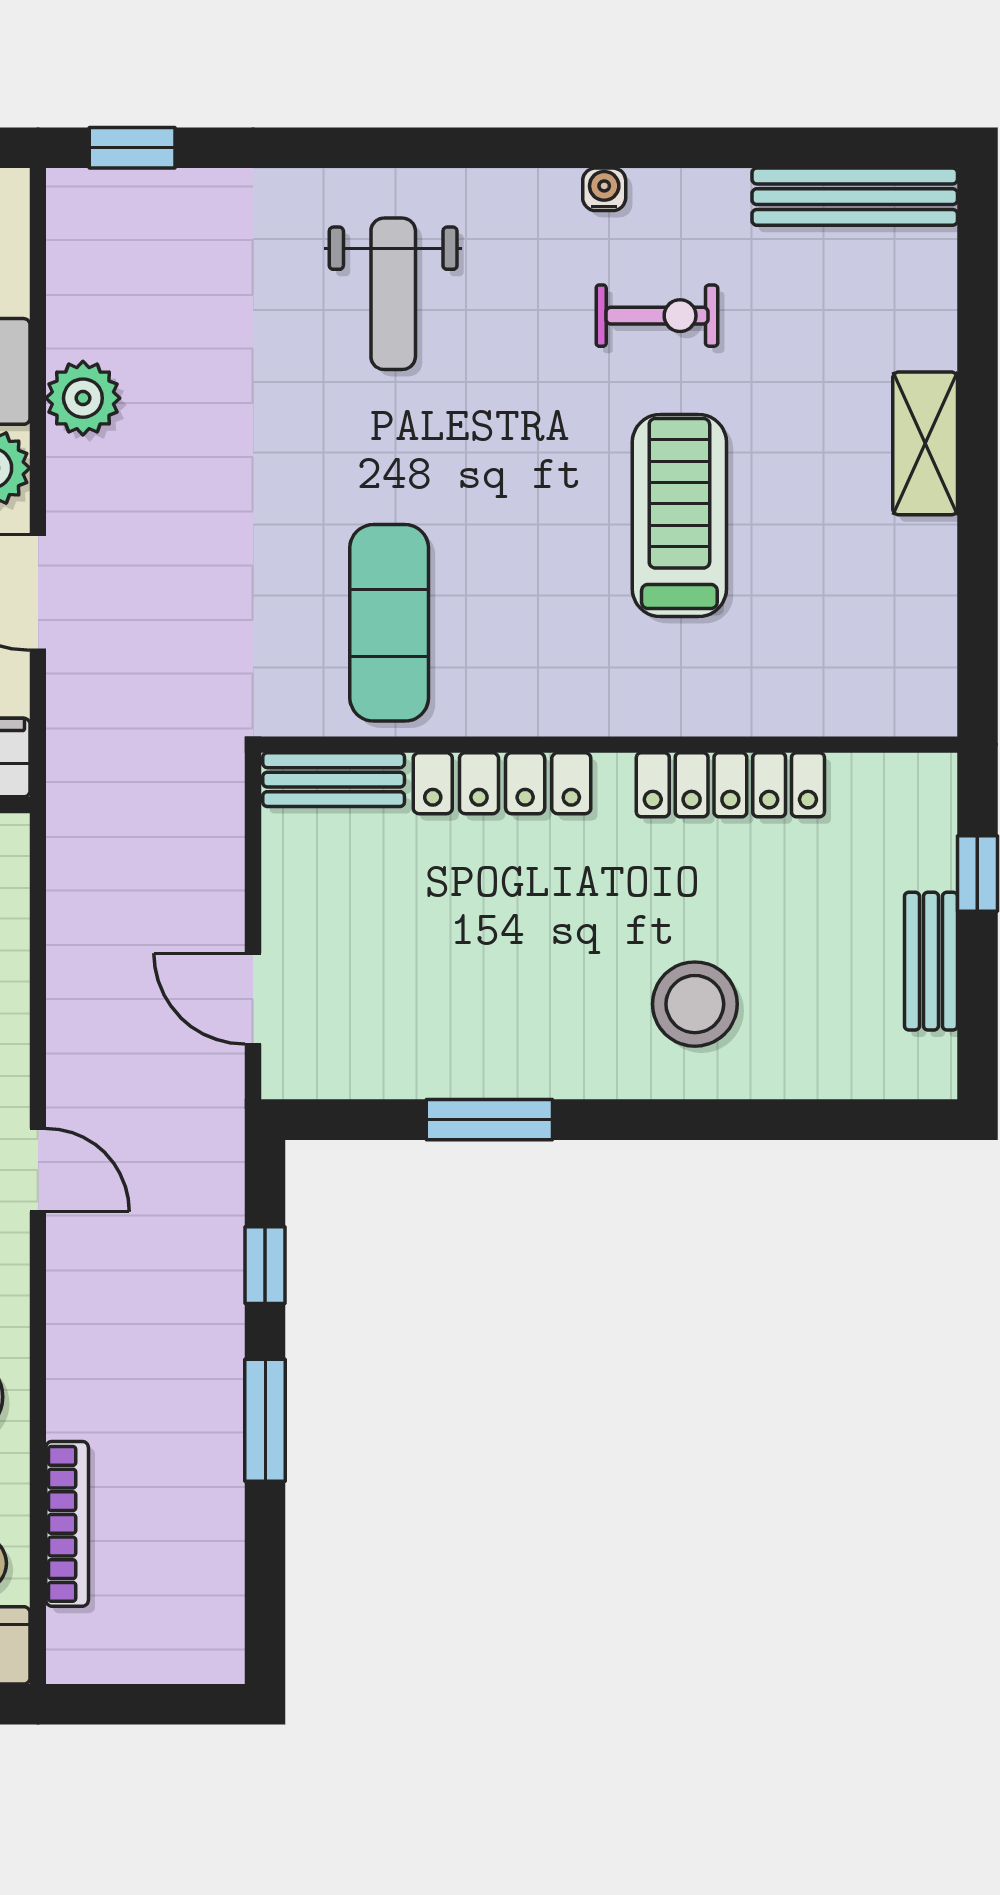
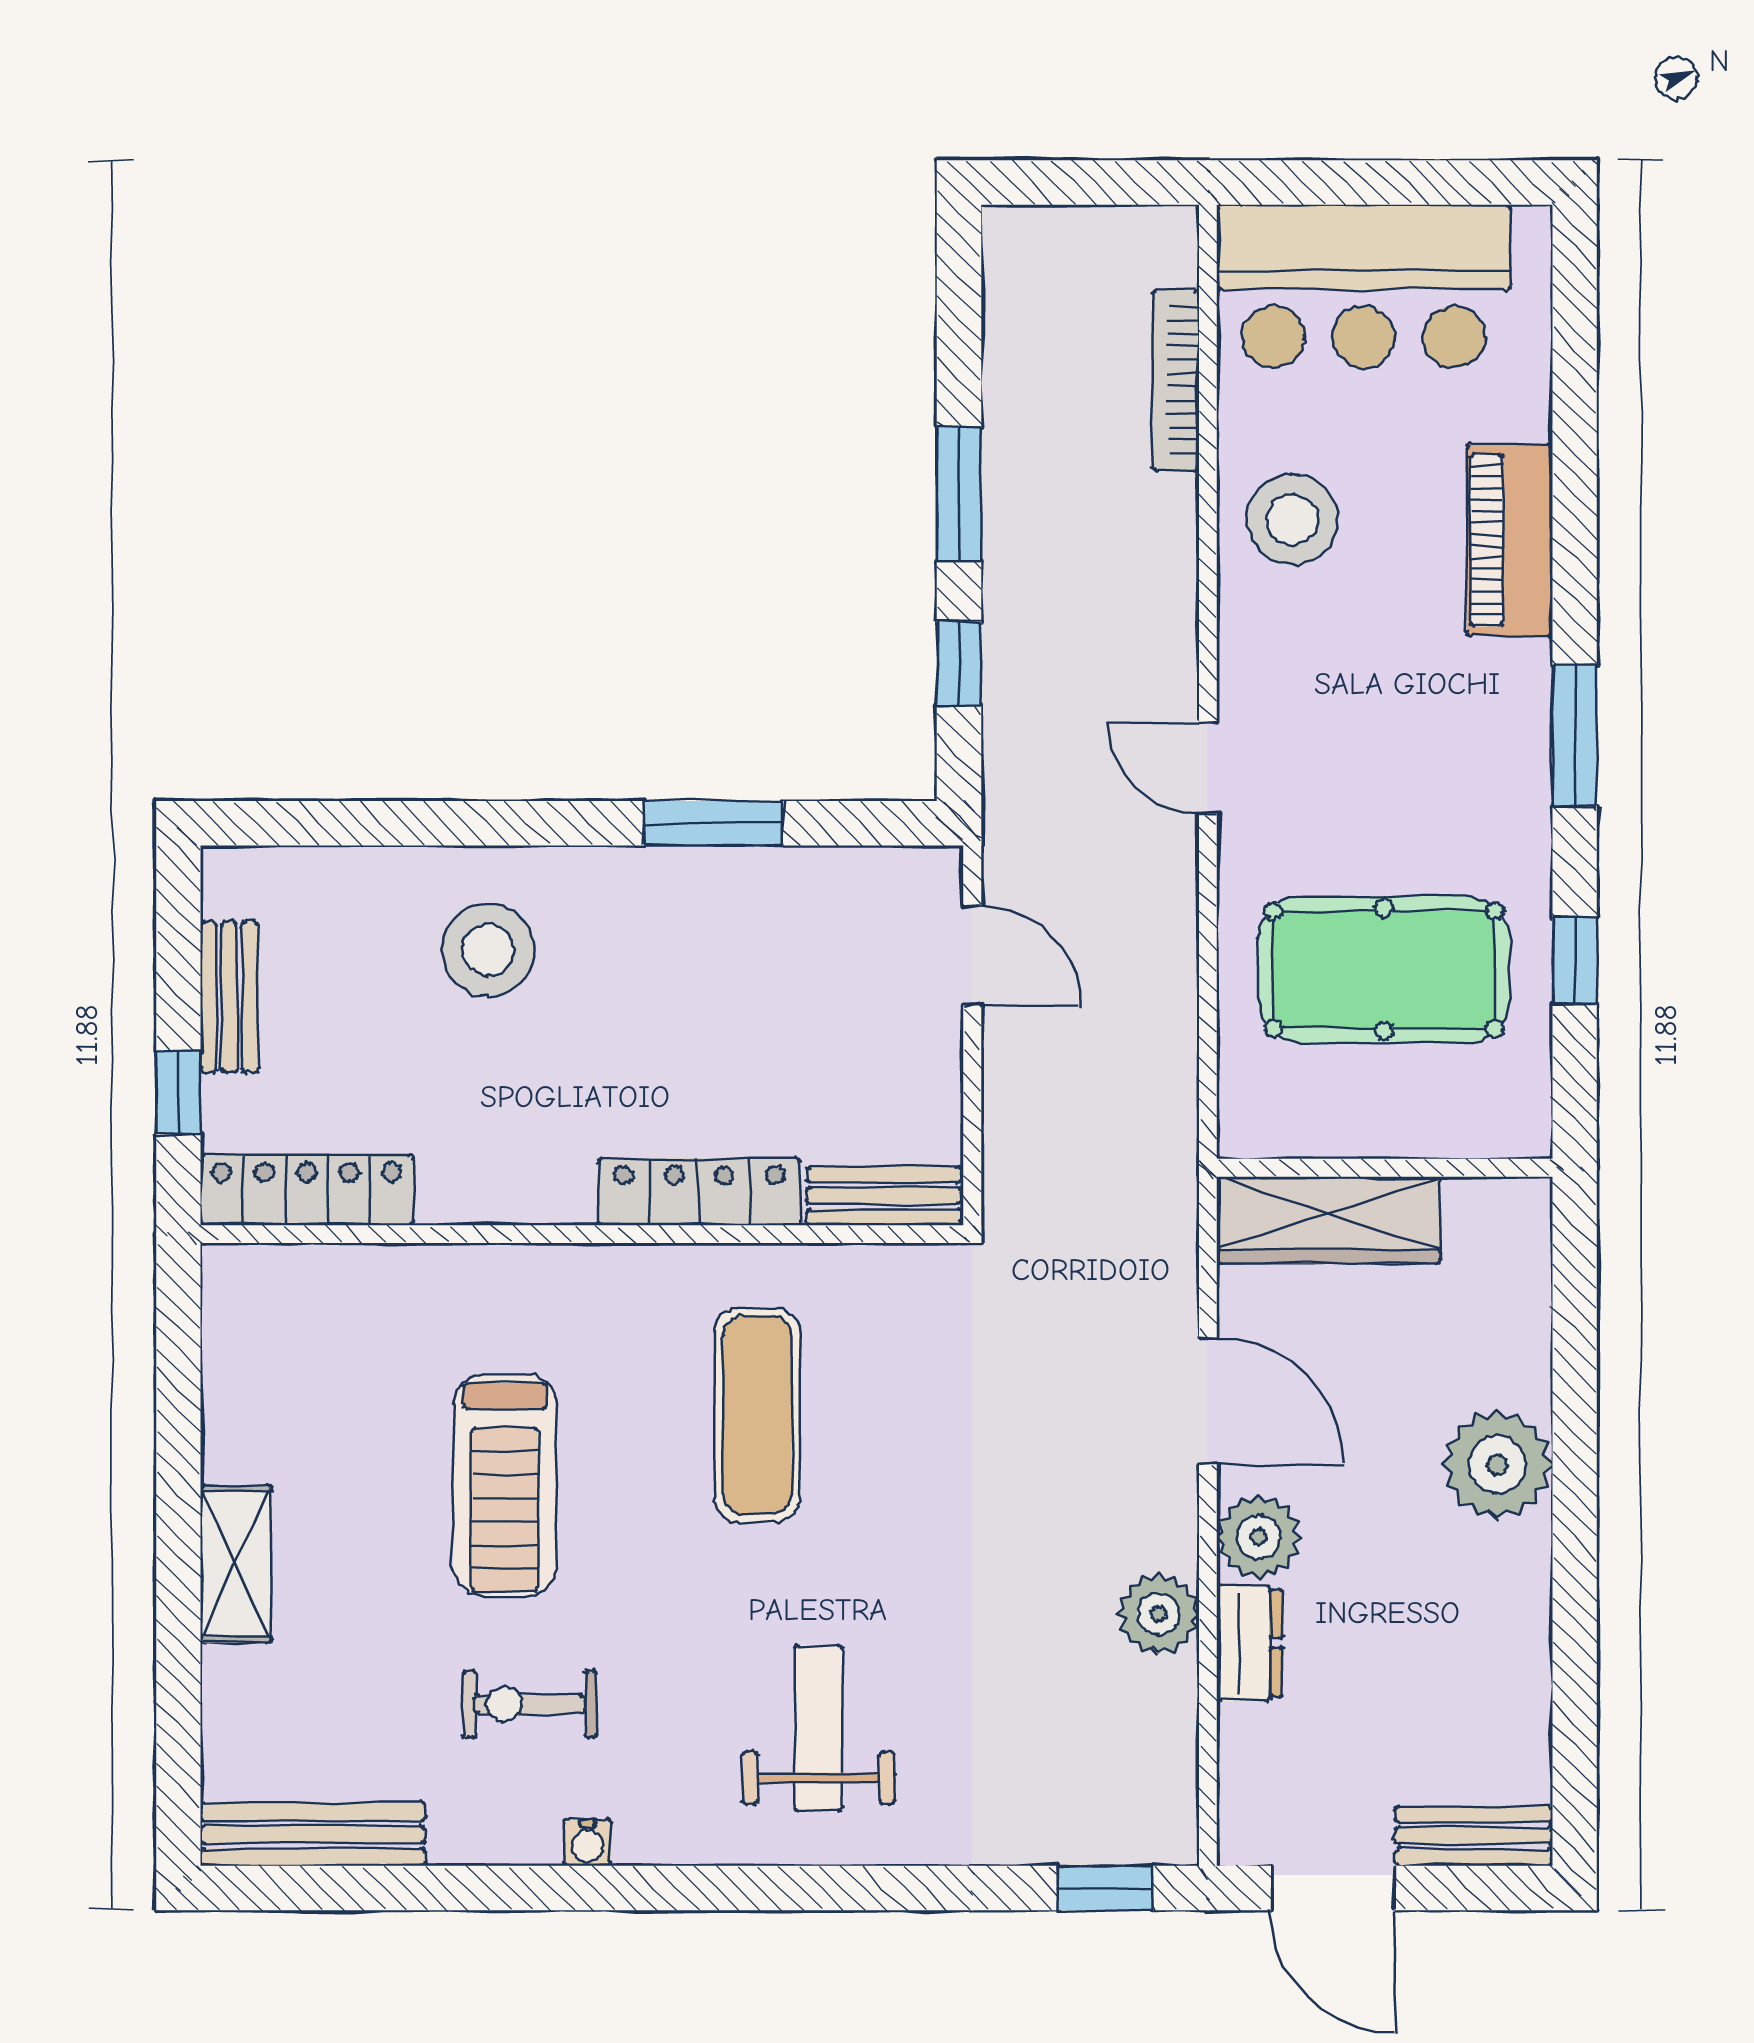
exercise mat: (389, 623) -> (757, 1415), moved
locker: (730, 785) -> (307, 1190), moved

